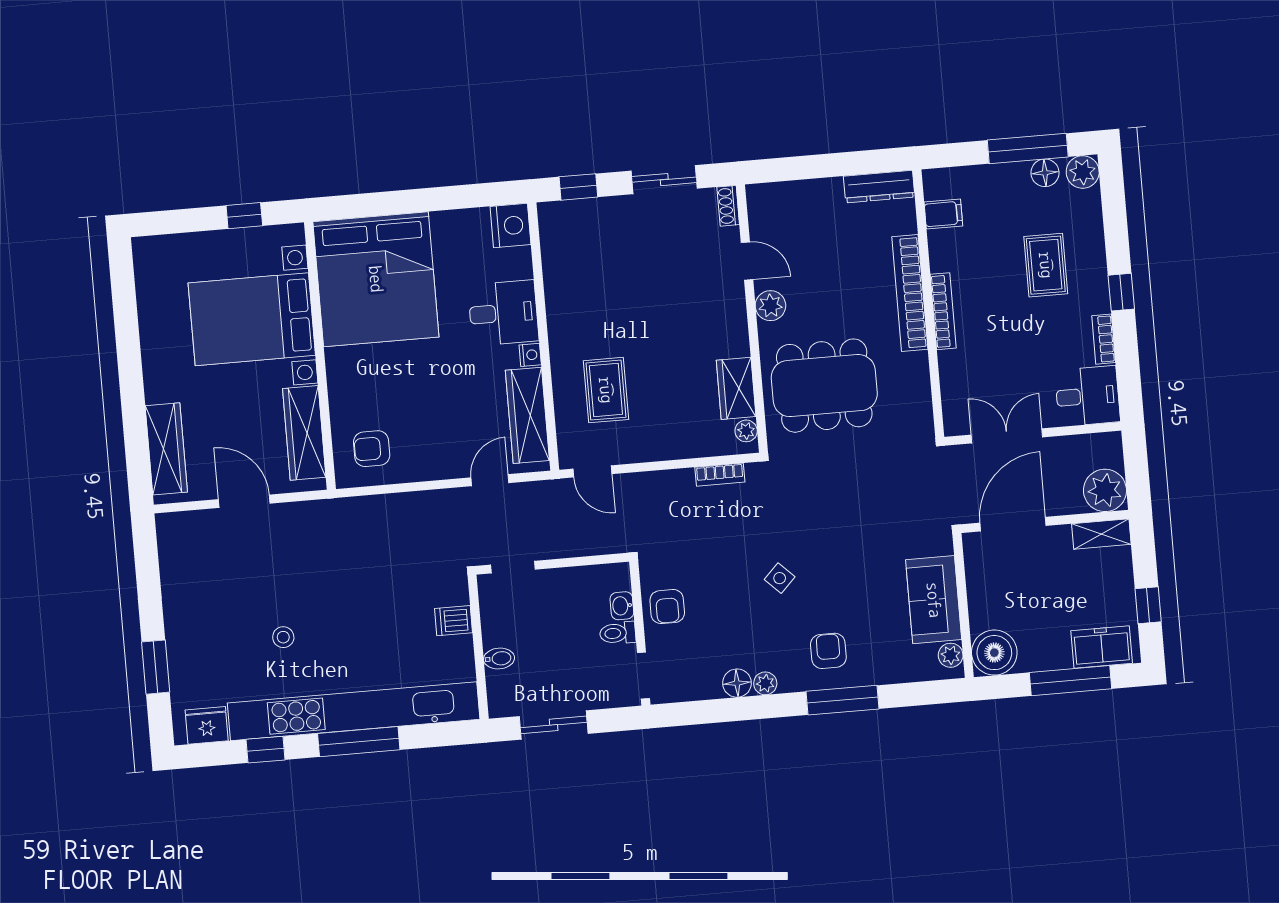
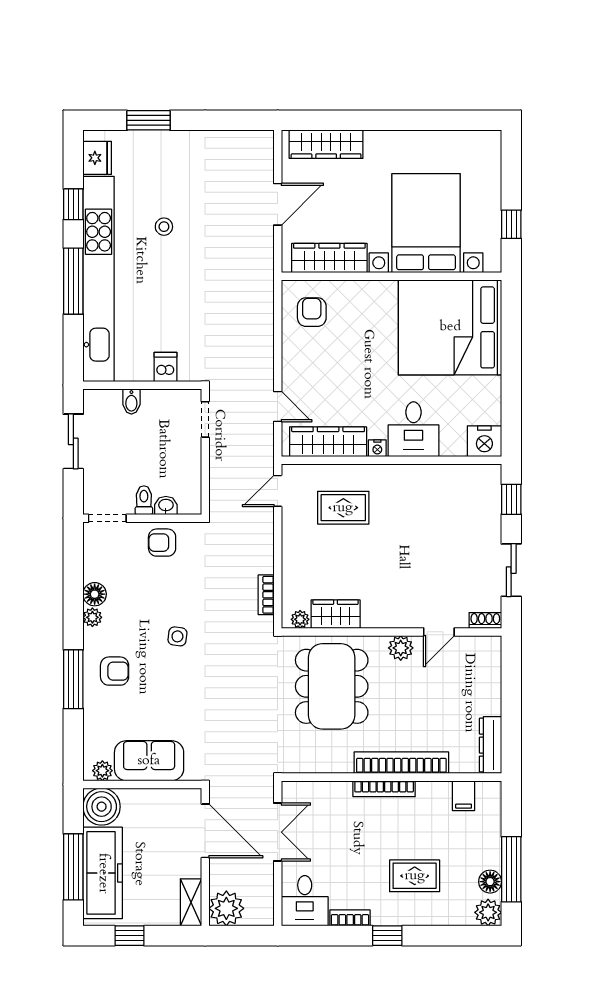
side table: (780, 578) -> (177, 636), turned -37
freezer: (1102, 647) -> (103, 873), width x1.91, depth x1.26

